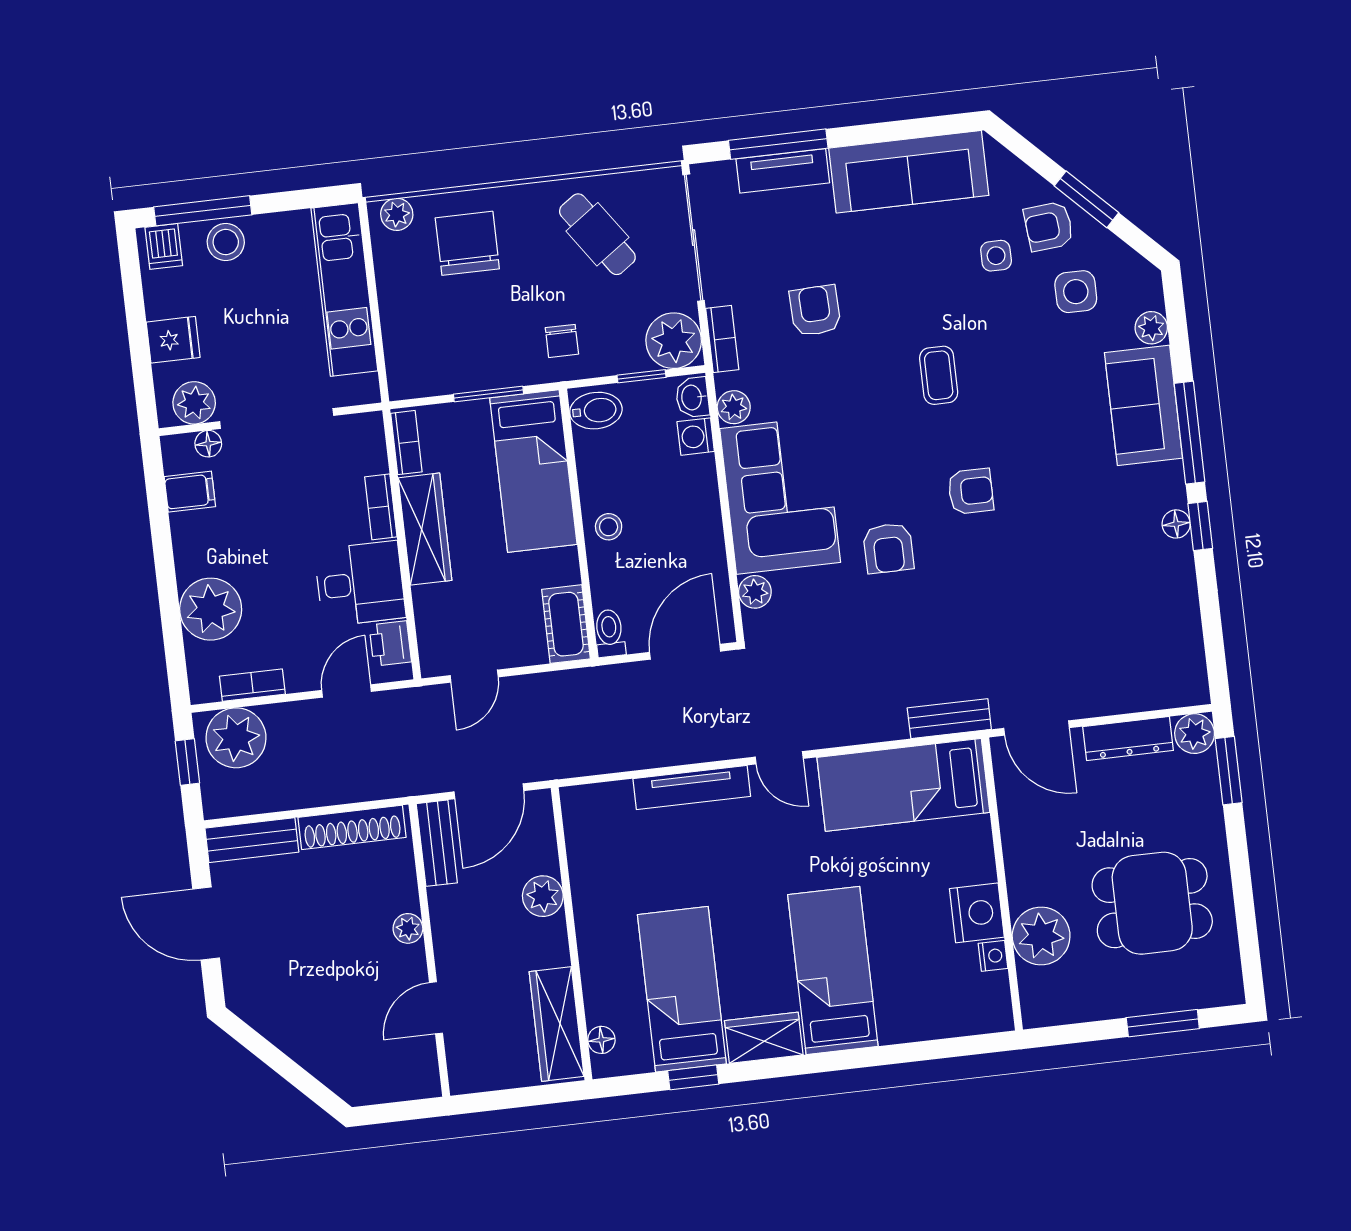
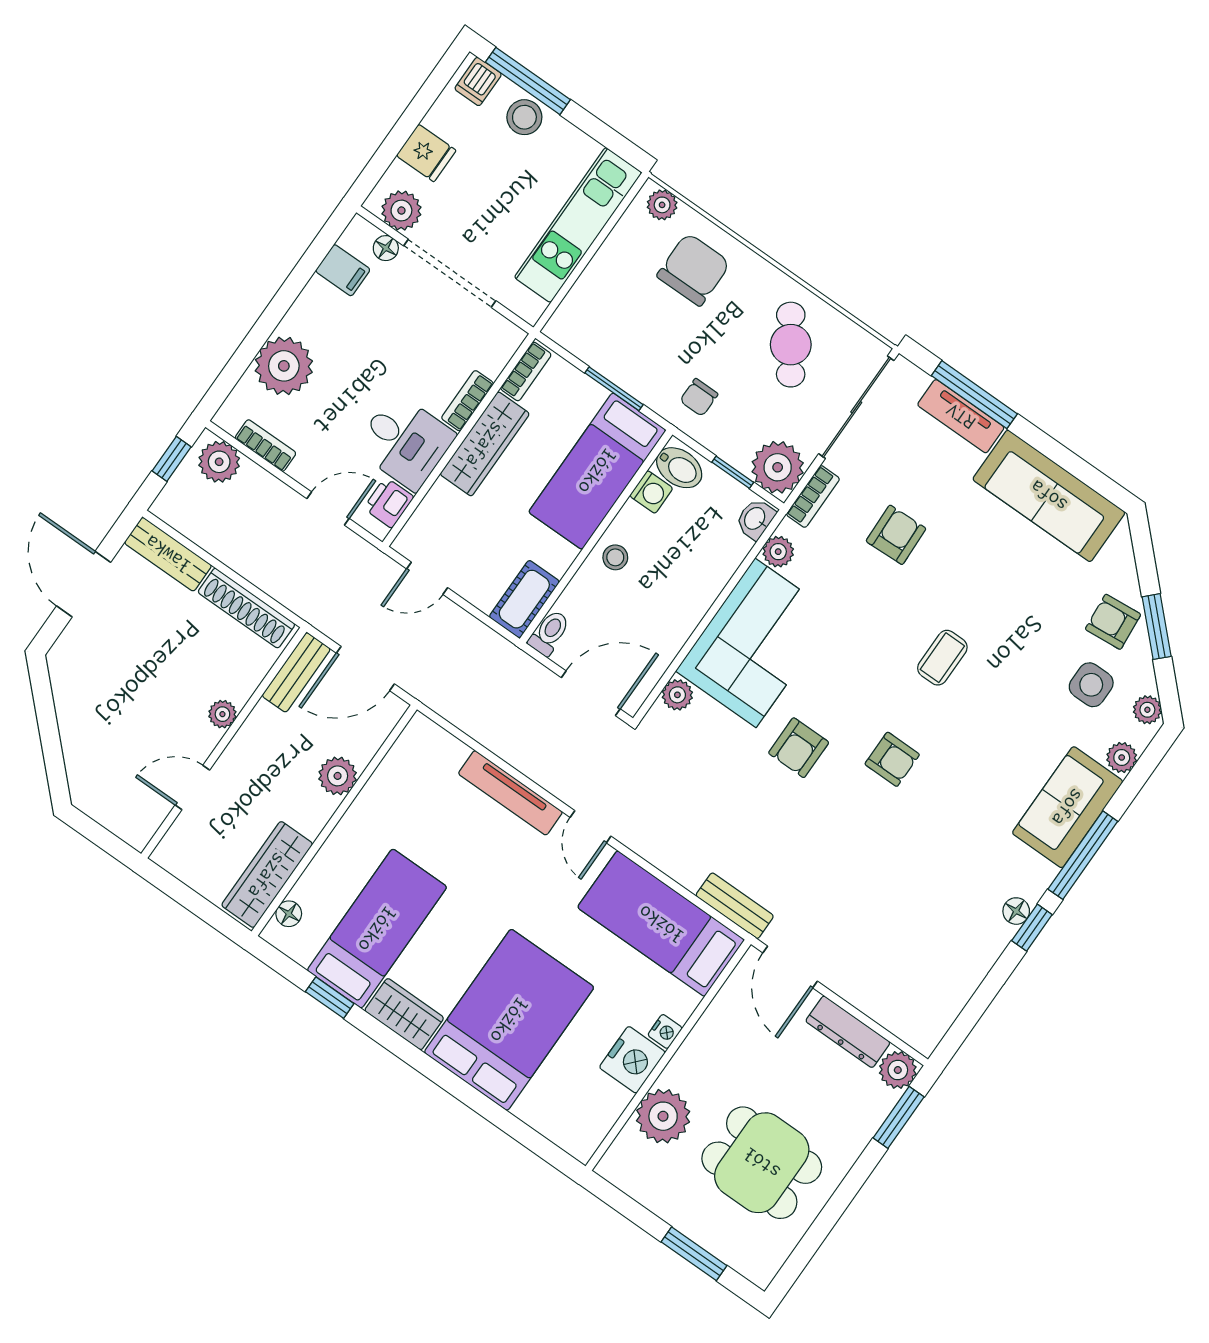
side table: (996, 256) -> (1058, 610), removed
plant: (1138, 272) -> (1147, 710), added
washing machine: (696, 437) -> (651, 492), moved, turned 180
plant: (236, 738) -> (219, 462), width x0.73, depth x0.73
nightstand: (993, 956) -> (665, 1031), moved
bed: (833, 970) -> (509, 1020), width x1.50

